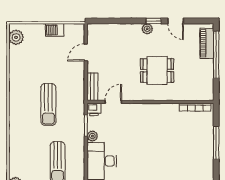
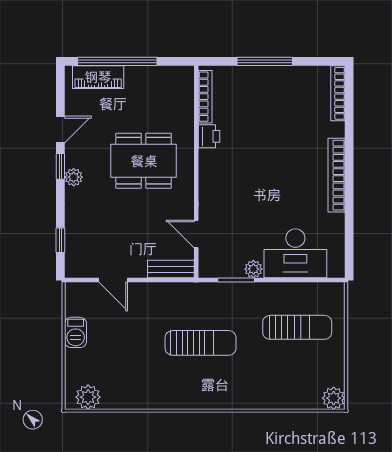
window: (110, 21) -> (60, 240), added
dining table: (157, 70) -> (144, 161), width x1.37
printer: (94, 109) -> (209, 136), moved

